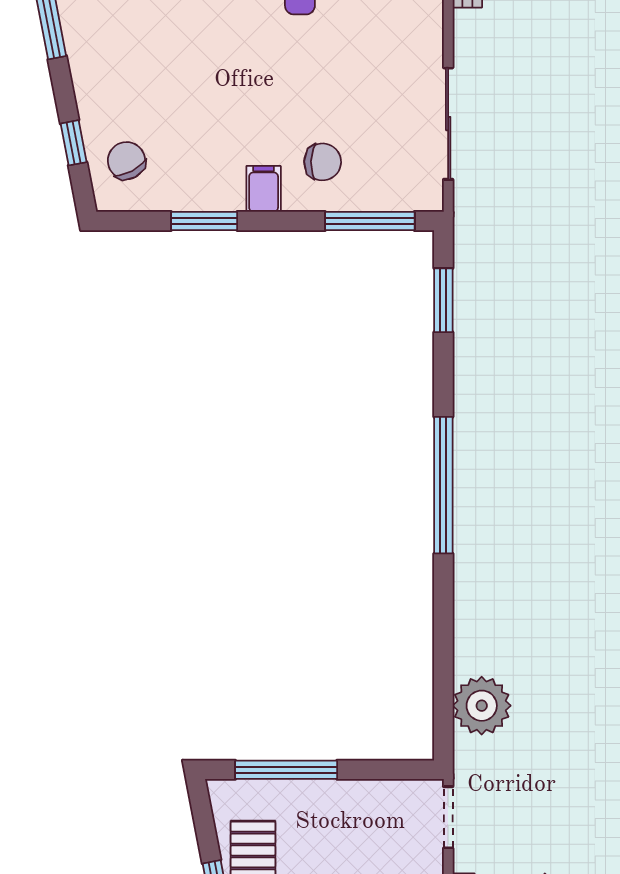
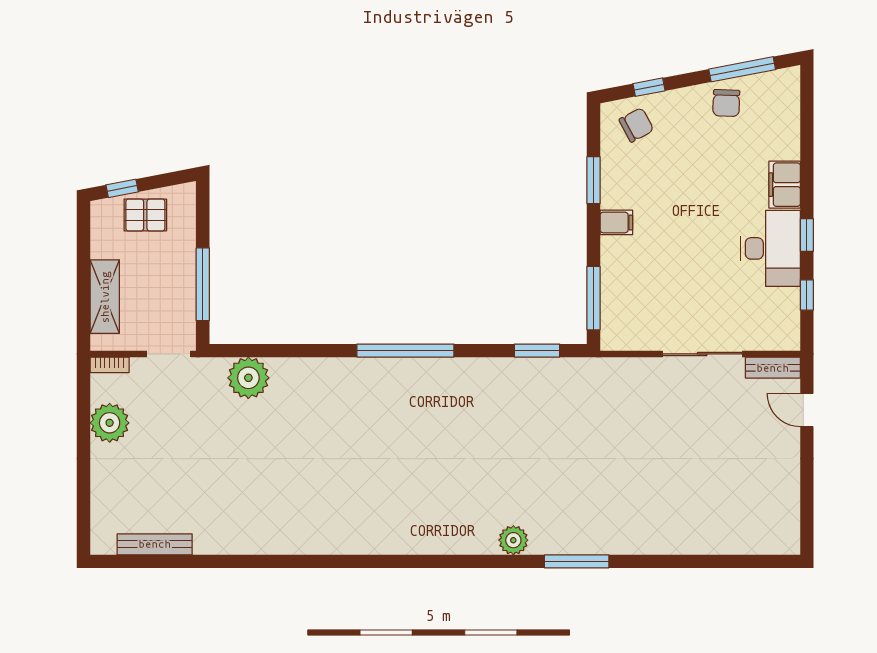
sliding door: (448, 124) -> (702, 354), moved
chair: (323, 162) -> (726, 103), moved
window: (286, 770) -> (203, 284), moved

